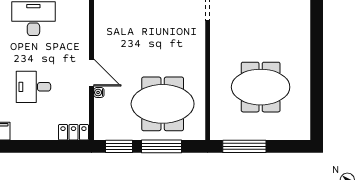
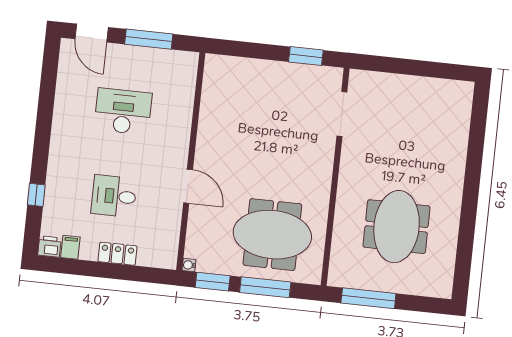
meeting table: (261, 87) -> (397, 227), turned 90
water cooler: (99, 92) -> (189, 265), moved
locker: (73, 132) -> (118, 254), moved

